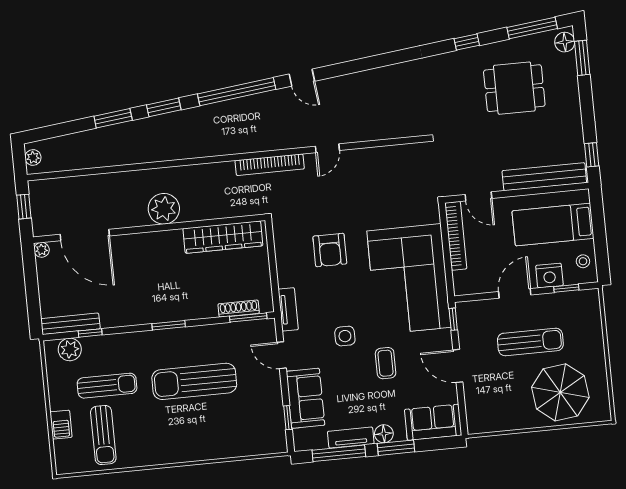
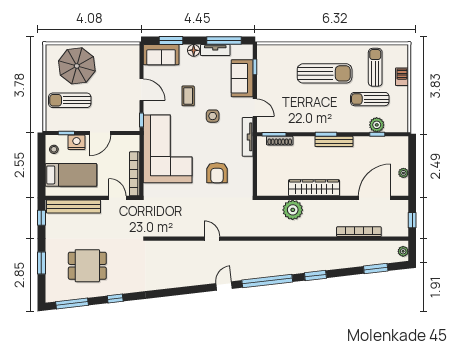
floor lamp: (565, 42) -> (52, 292), removed
window: (582, 58) -> (41, 263), moved
door: (302, 78) -> (224, 286), hinge flipped
window: (113, 118) -> (376, 269), moved
door: (327, 148) -> (212, 239), hinge flipped
bookcase: (270, 165) -> (359, 232), moved
plant: (164, 209) -> (293, 210), moved
door: (85, 235) -> (375, 198), hinge flipped
wardrobe: (223, 237) -> (314, 188), moved
plant: (42, 250) -> (403, 173), moved
armchair: (330, 250) -> (217, 173), turned 180
tv unit: (288, 309) -> (248, 137), width x1.41
bench: (70, 324) -> (334, 141), moved
sun lounger: (530, 342) -> (70, 100), moved
plant: (70, 349) -> (377, 125), moved
sun lounger: (194, 381) -> (325, 73), moved
window: (396, 448) -> (171, 41), moved

